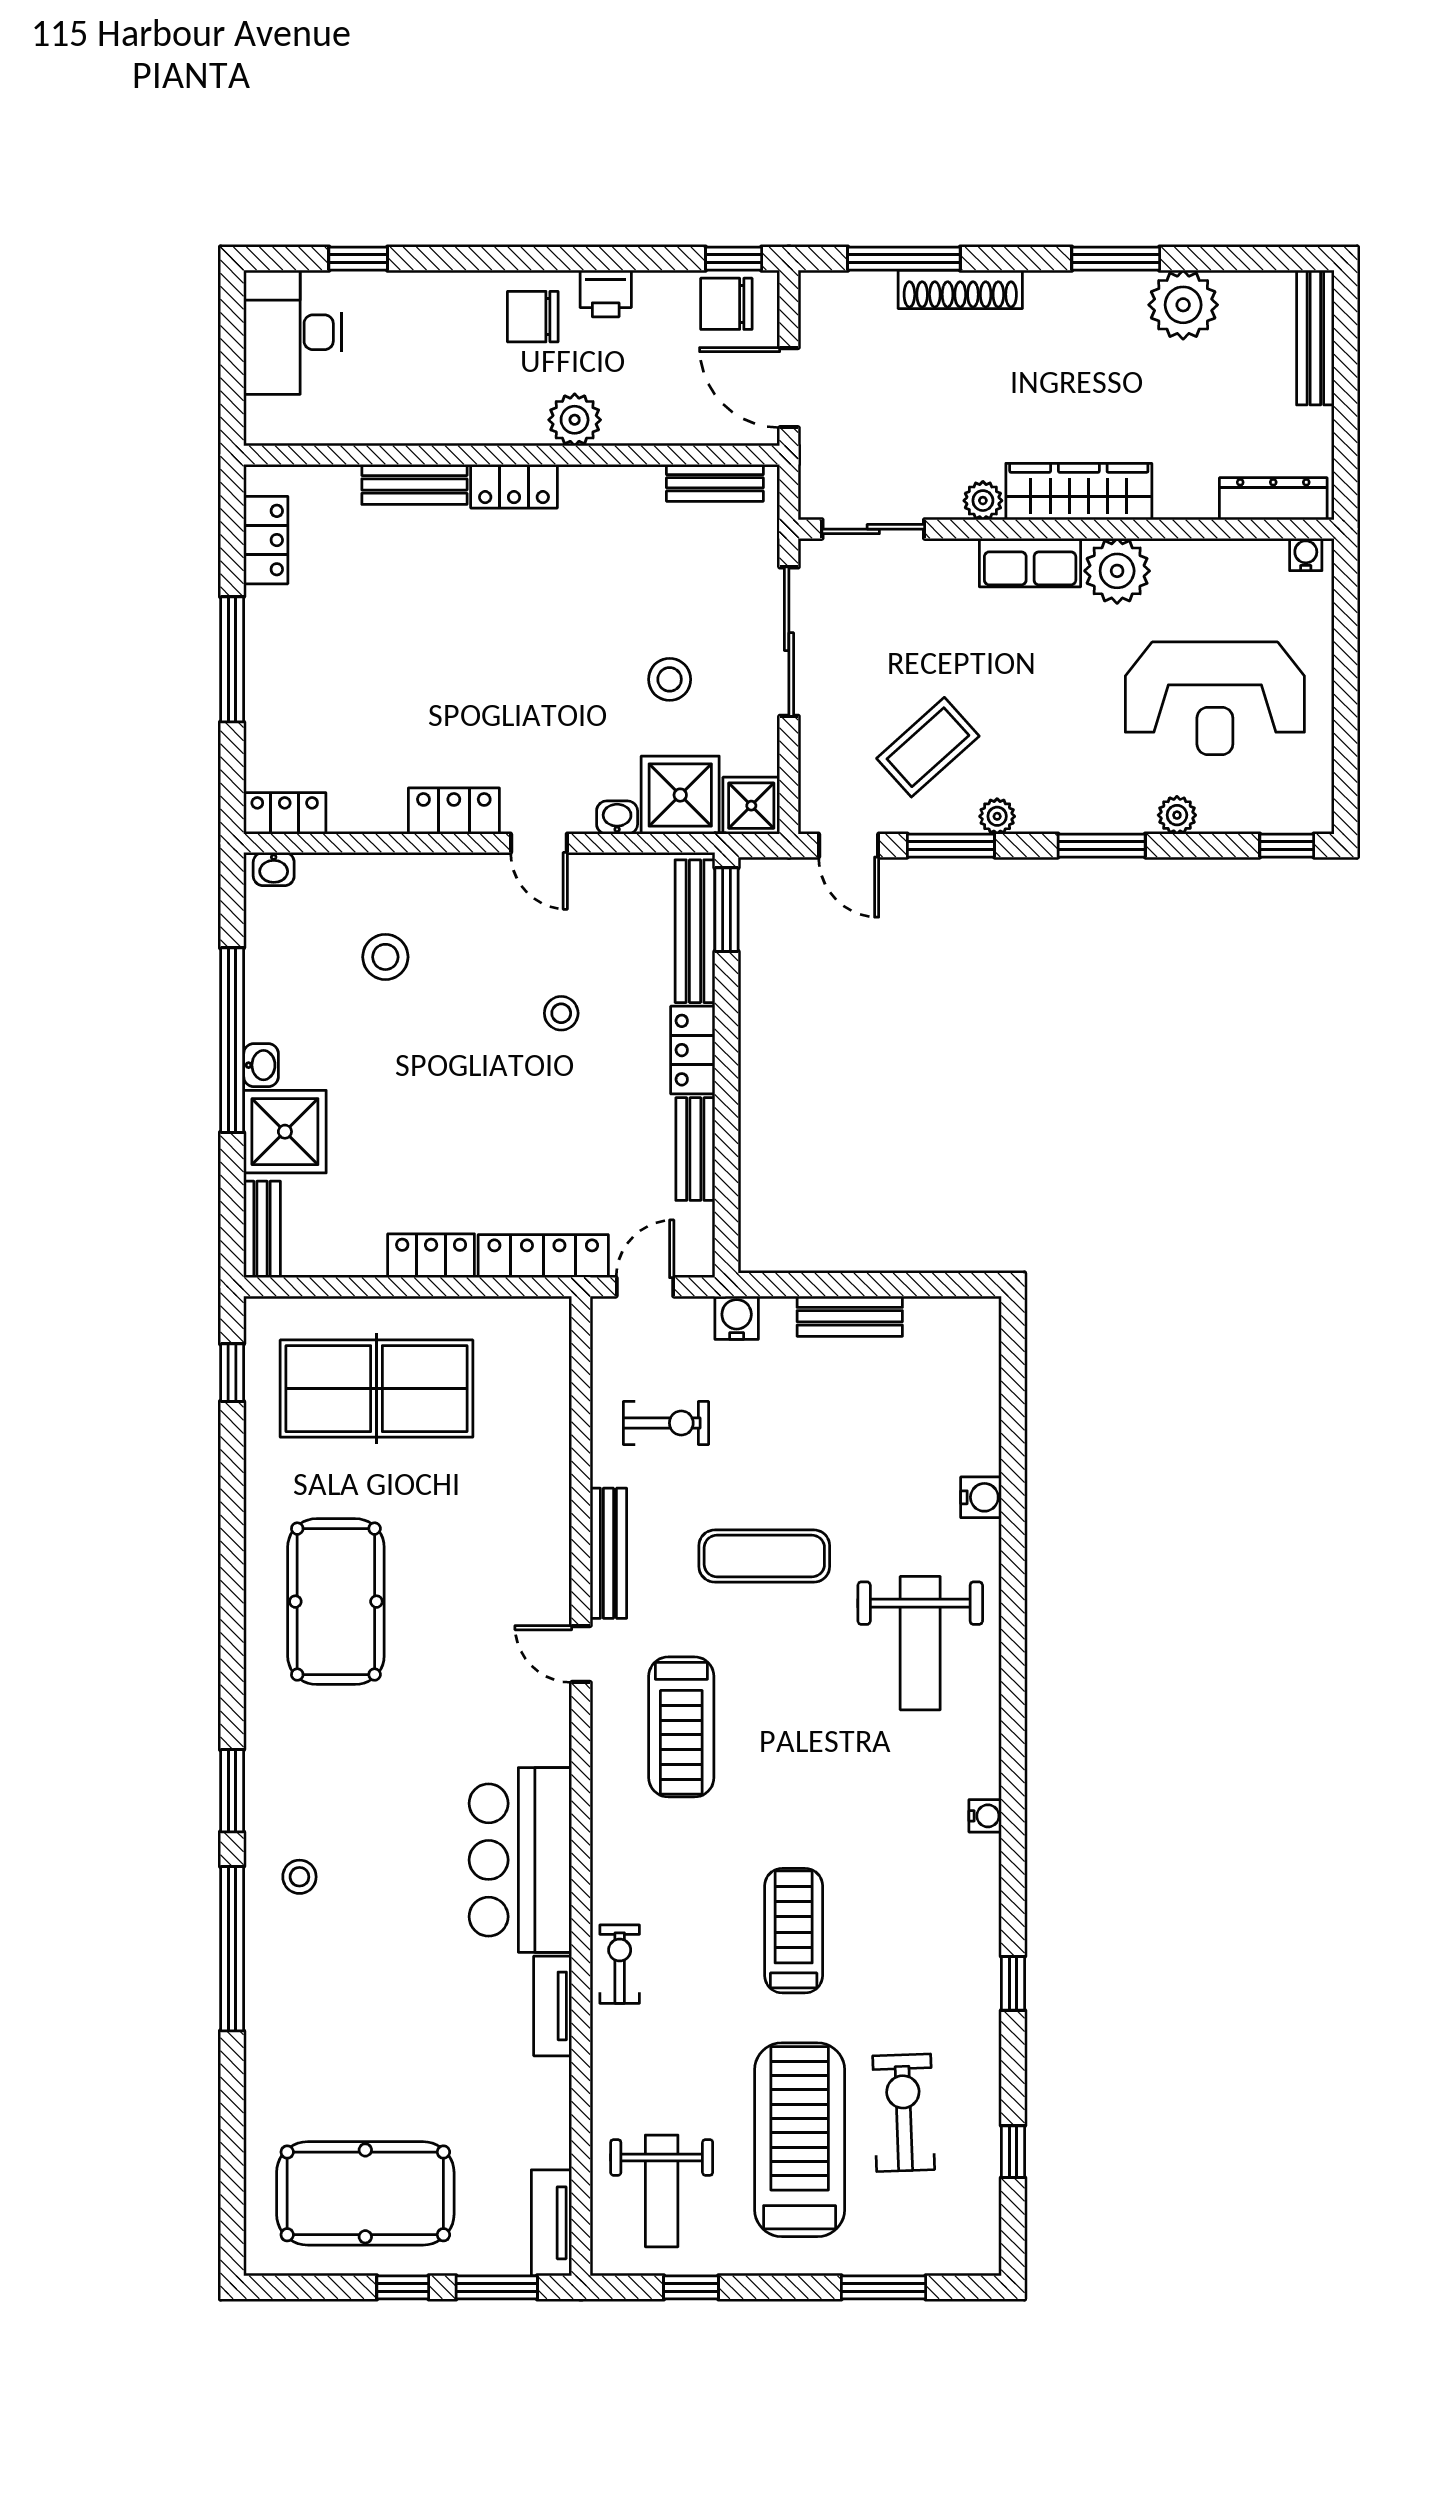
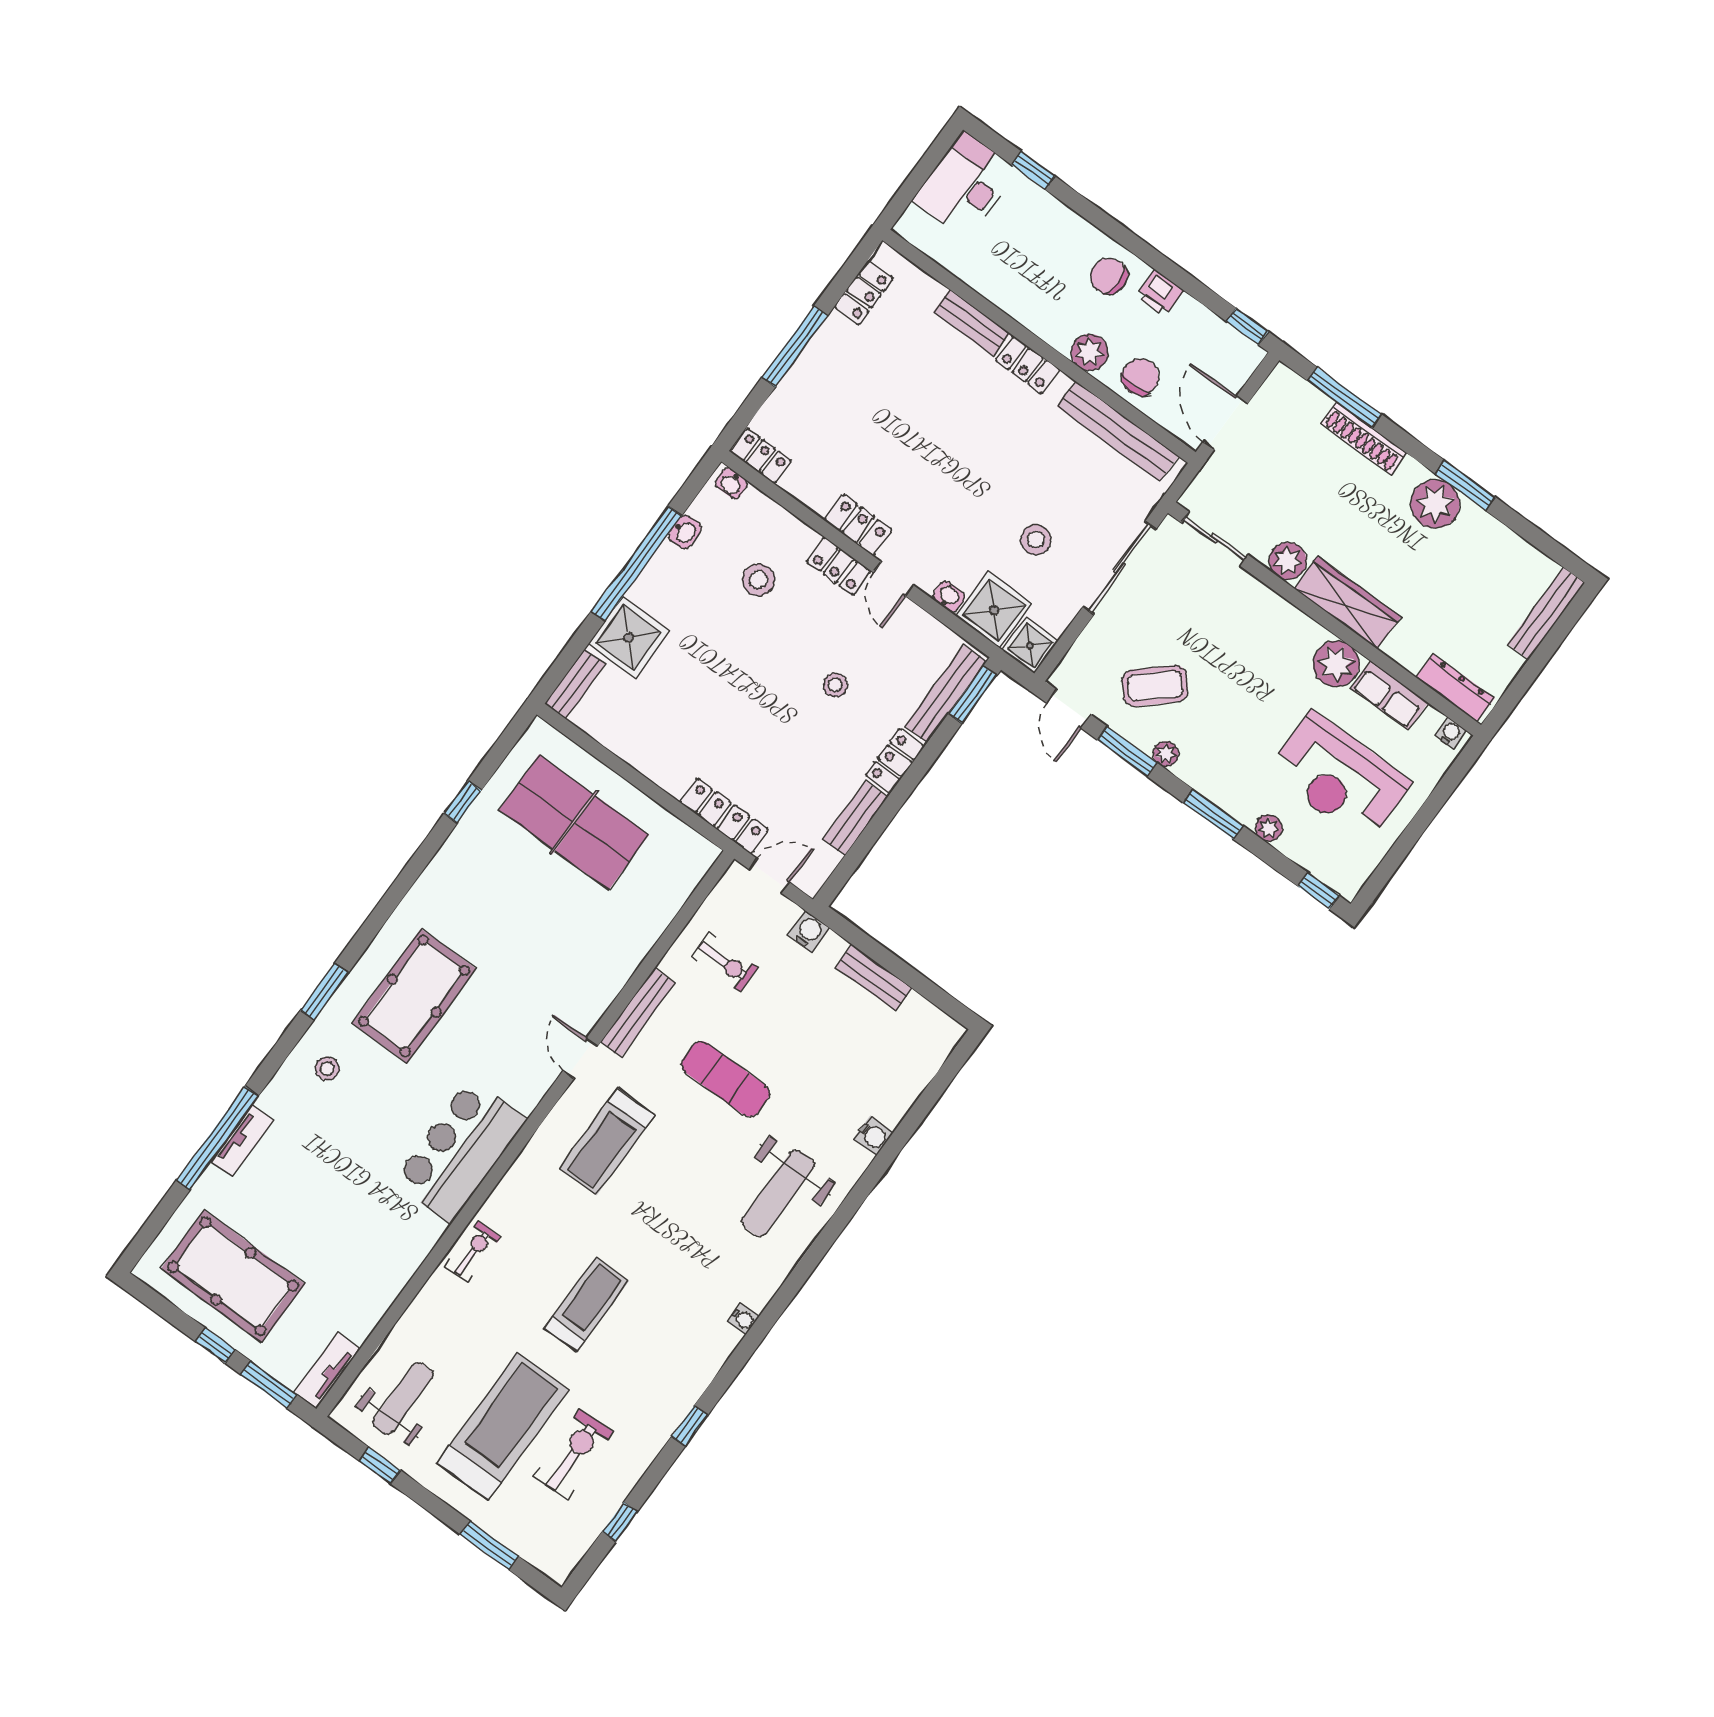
chair: (726, 304) -> (1140, 377), moved, turned 90
plant: (1183, 305) -> (1435, 504), moved
bench: (715, 483) -> (1118, 431), width x1.86, depth x1.21
plant: (983, 501) -> (1288, 561), width x1.38, depth x1.38
row of seats: (1030, 563) -> (1389, 695), moved
washbasin: (261, 1065) -> (685, 532), moved
locker: (431, 1256) -> (839, 566), moved, turned 180
window: (232, 1373) -> (463, 802), moved
pool table: (336, 1602) -> (414, 996), moved
window: (232, 1949) -> (217, 1138), moved
tv unit: (553, 2006) -> (242, 1141), moved, turned 180
weight bench: (662, 2191) -> (403, 1398), turned 180

